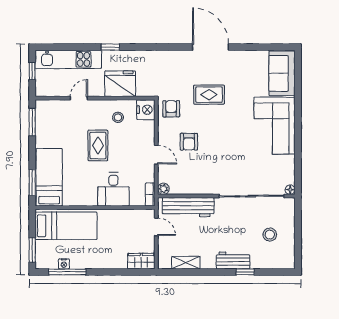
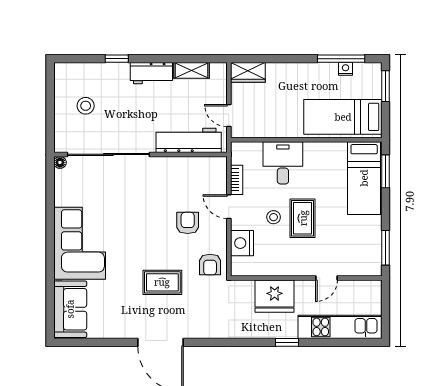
window: (32, 71) -> (386, 312), removed
nightstand: (146, 110) -> (242, 243), moved
stool: (118, 117) -> (274, 217), moved
plant: (163, 189) -> (220, 164), removed
bookcase: (150, 195) -> (237, 180), moved
workbench: (233, 260) -> (151, 73), moved

